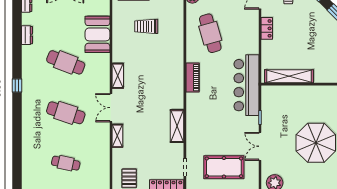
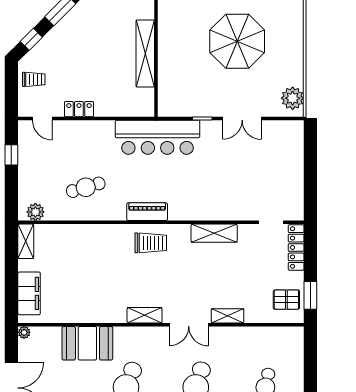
trolley: (146, 26) -> (151, 243), moved, turned -90
cafe table: (210, 33) -> (86, 187), width x0.73, depth x0.74
shelving: (289, 76) -> (145, 54), moved
pool table: (224, 167) -> (271, 168), removed

